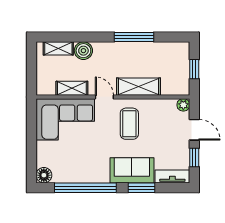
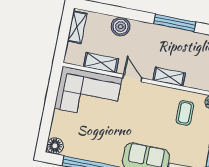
shelving: (58, 48) -> (77, 27), moved, turned 90
shelving: (139, 87) -> (169, 77), width x0.67, depth x0.75
coffee table: (129, 124) -> (185, 113), moved, width x0.73, depth x0.77

